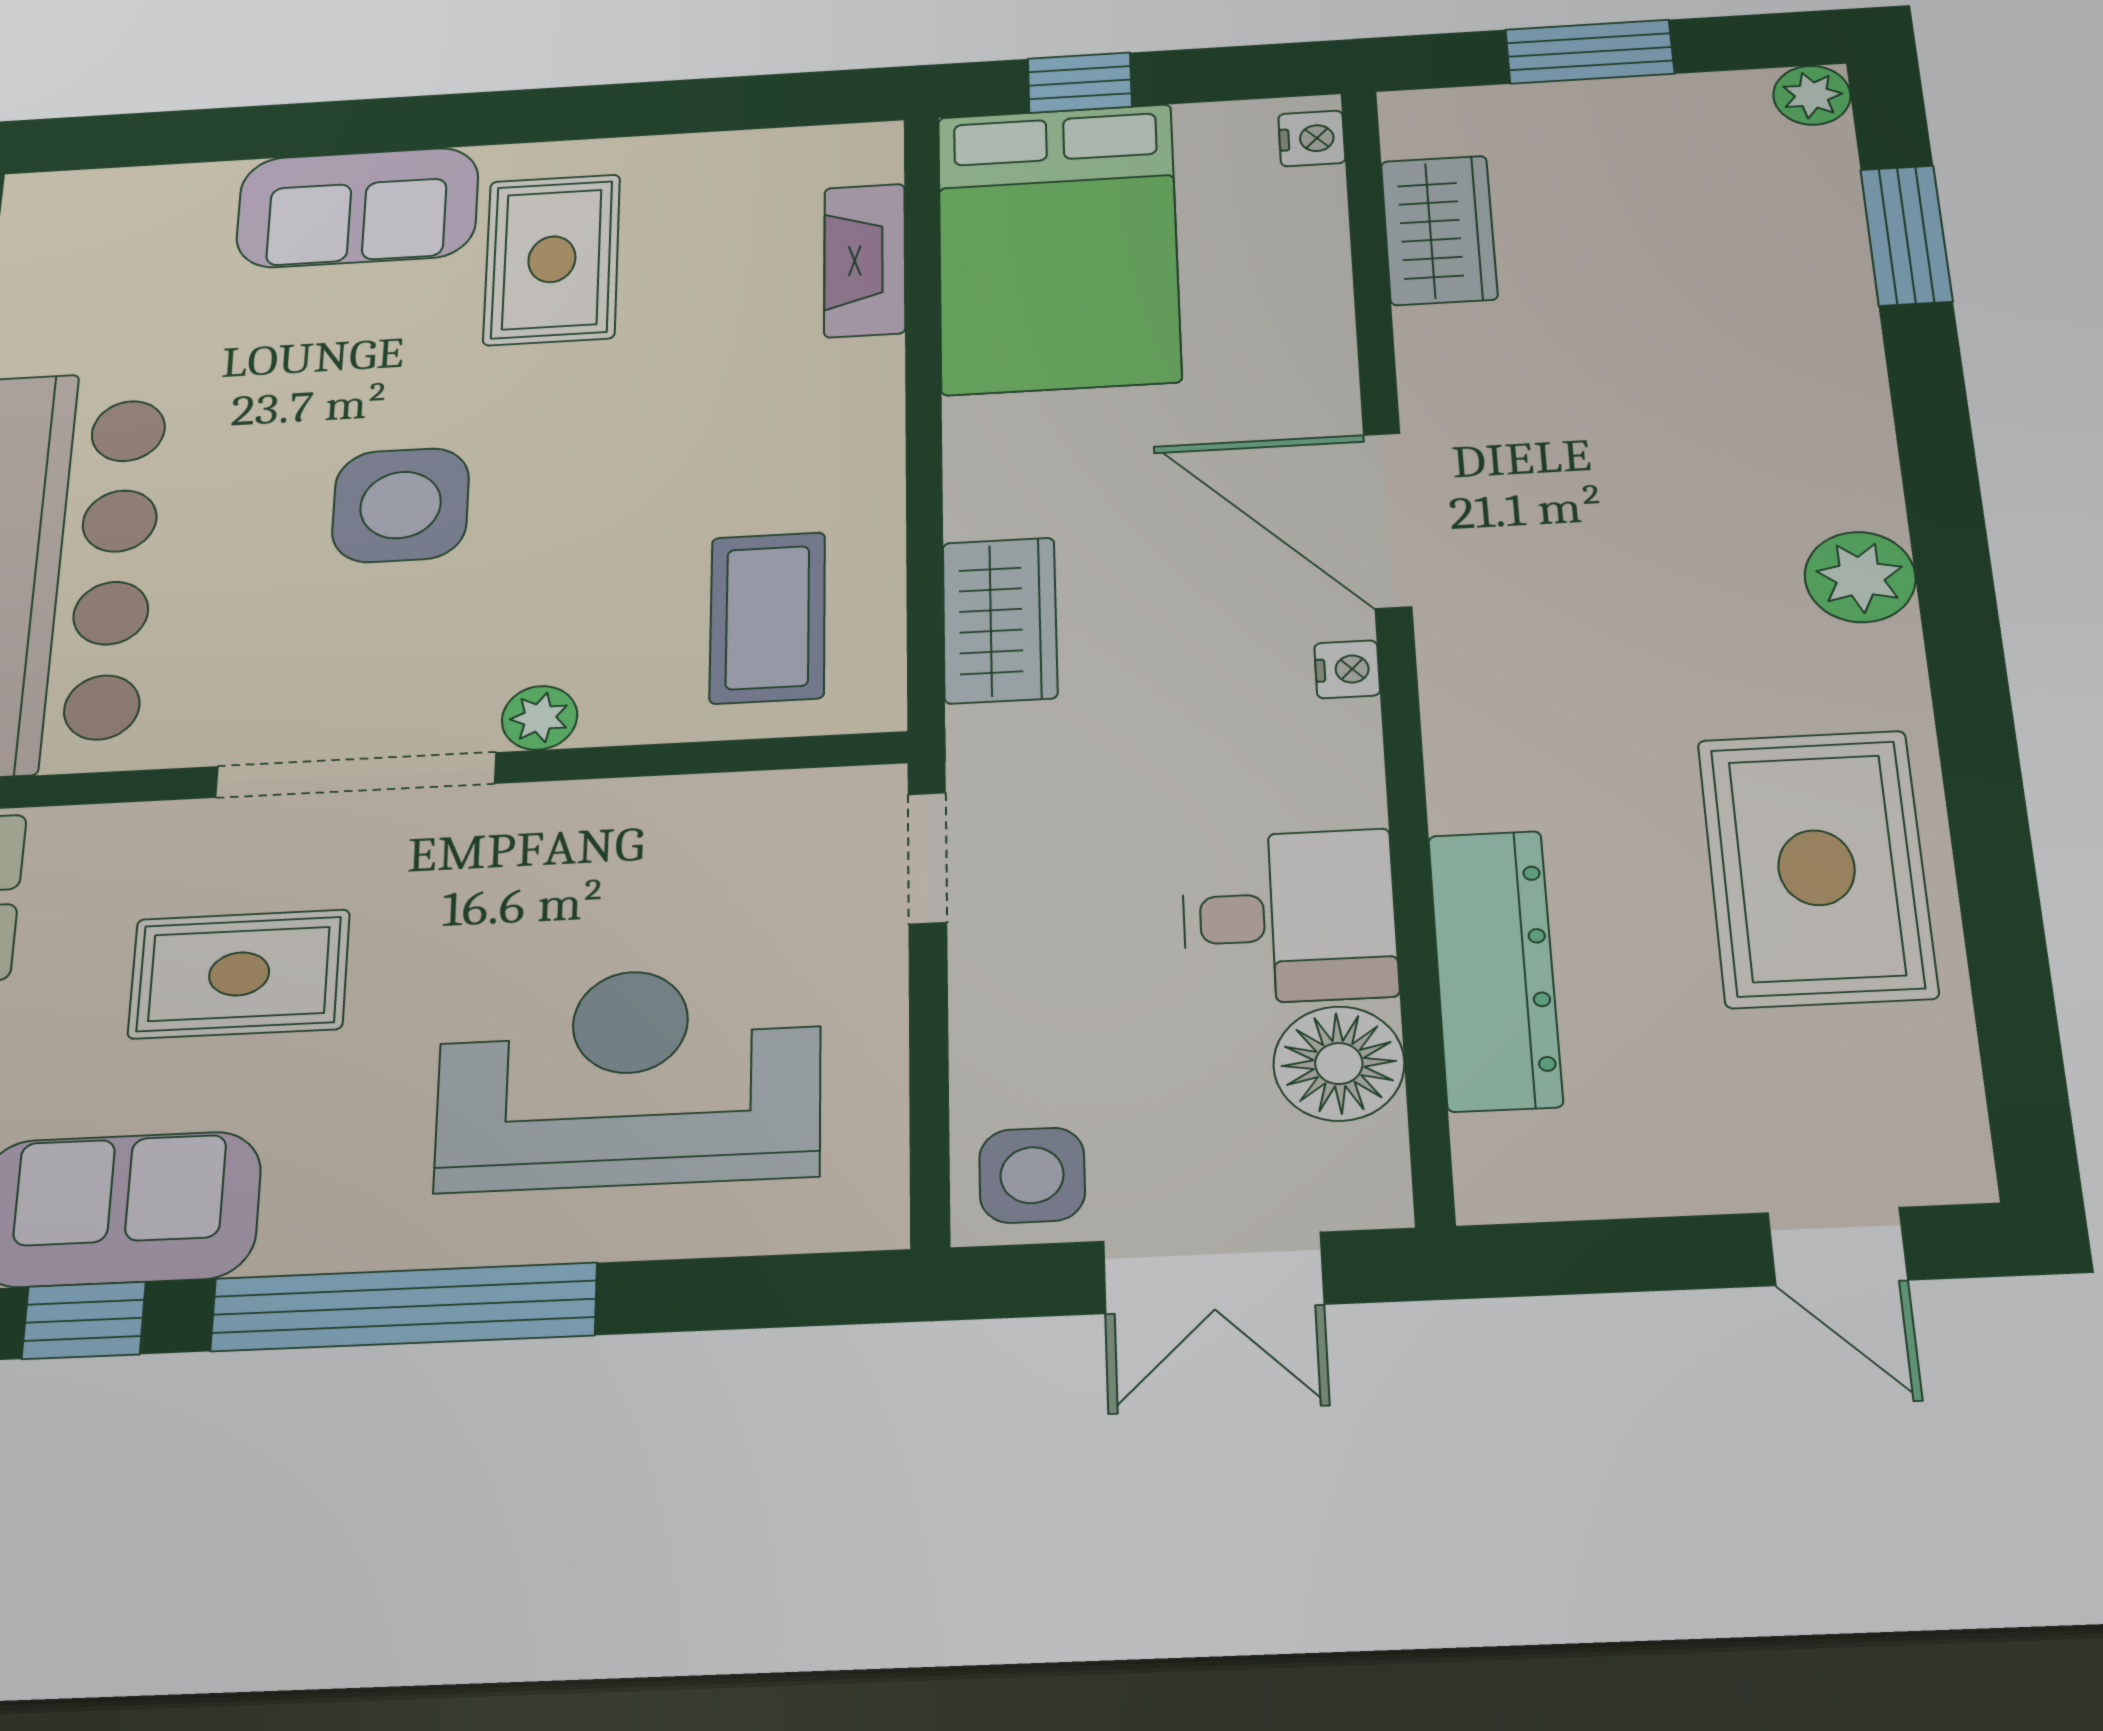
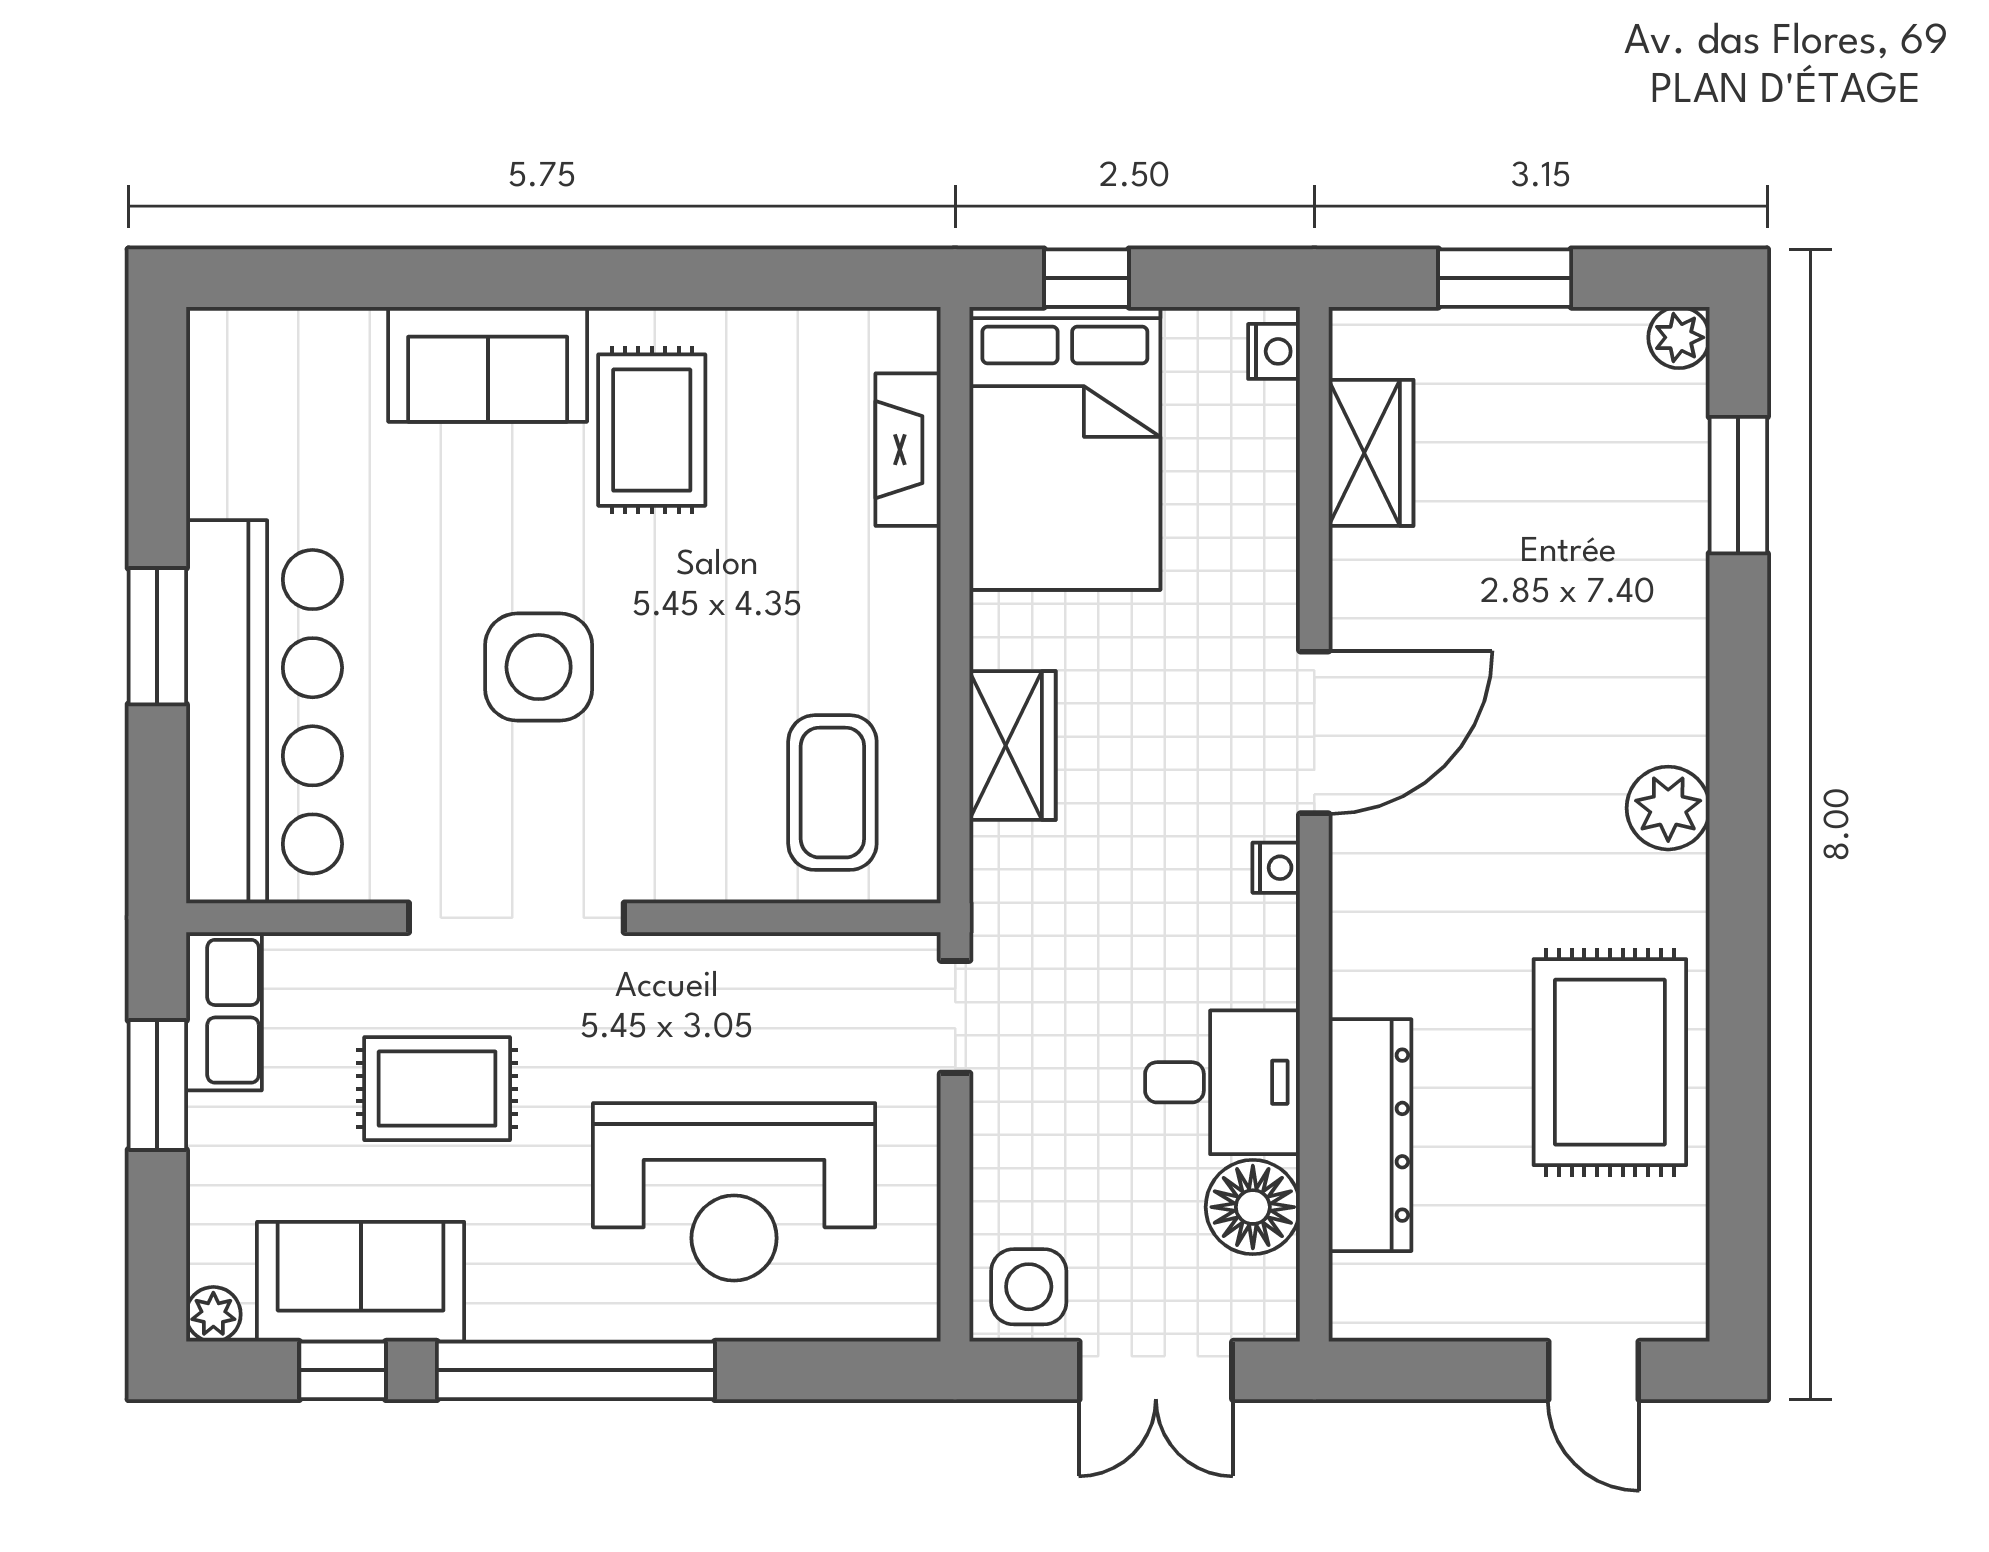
door: (1387, 520) -> (1314, 732), swing flipped
wardrobe: (1000, 620) -> (1013, 745), moved
plant: (540, 718) -> (657, 874), removed
reception desk: (629, 1077) -> (734, 1192), turned 180

